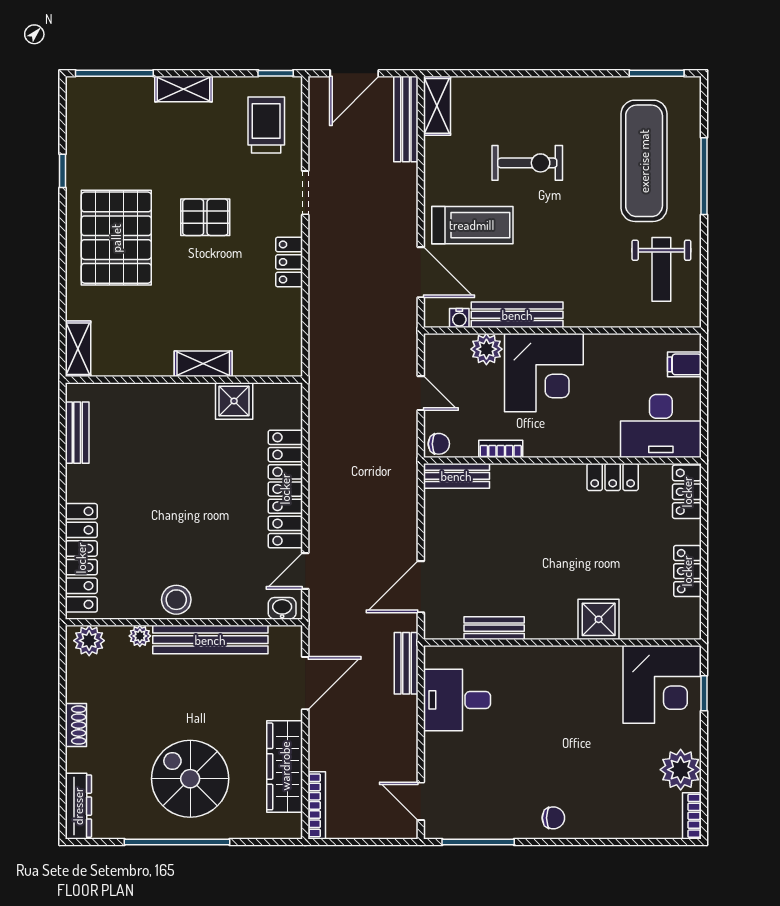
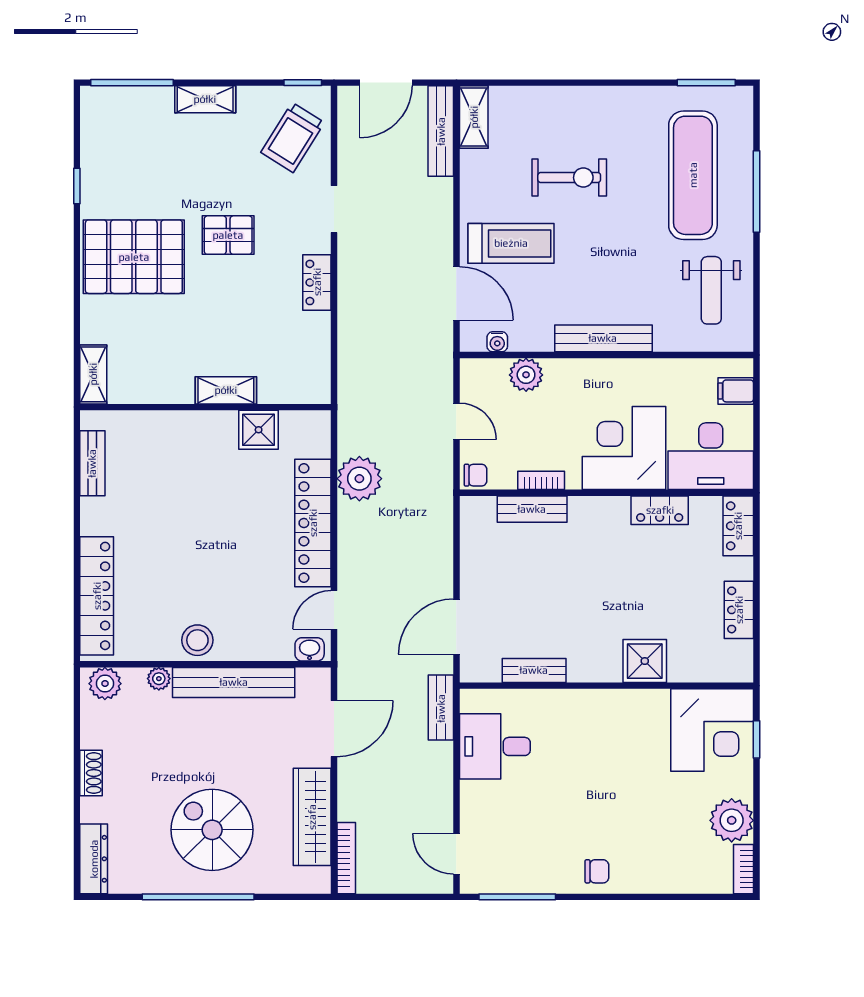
trolley: (266, 125) -> (293, 137), turned -148
pallet: (116, 238) -> (134, 257), turned 90
bench: (517, 315) -> (603, 338), moved
corner desk: (544, 373) -> (624, 448), moved, turned 180
plant: (329, 447) -> (359, 479), added
bench: (456, 476) -> (532, 509), moved

